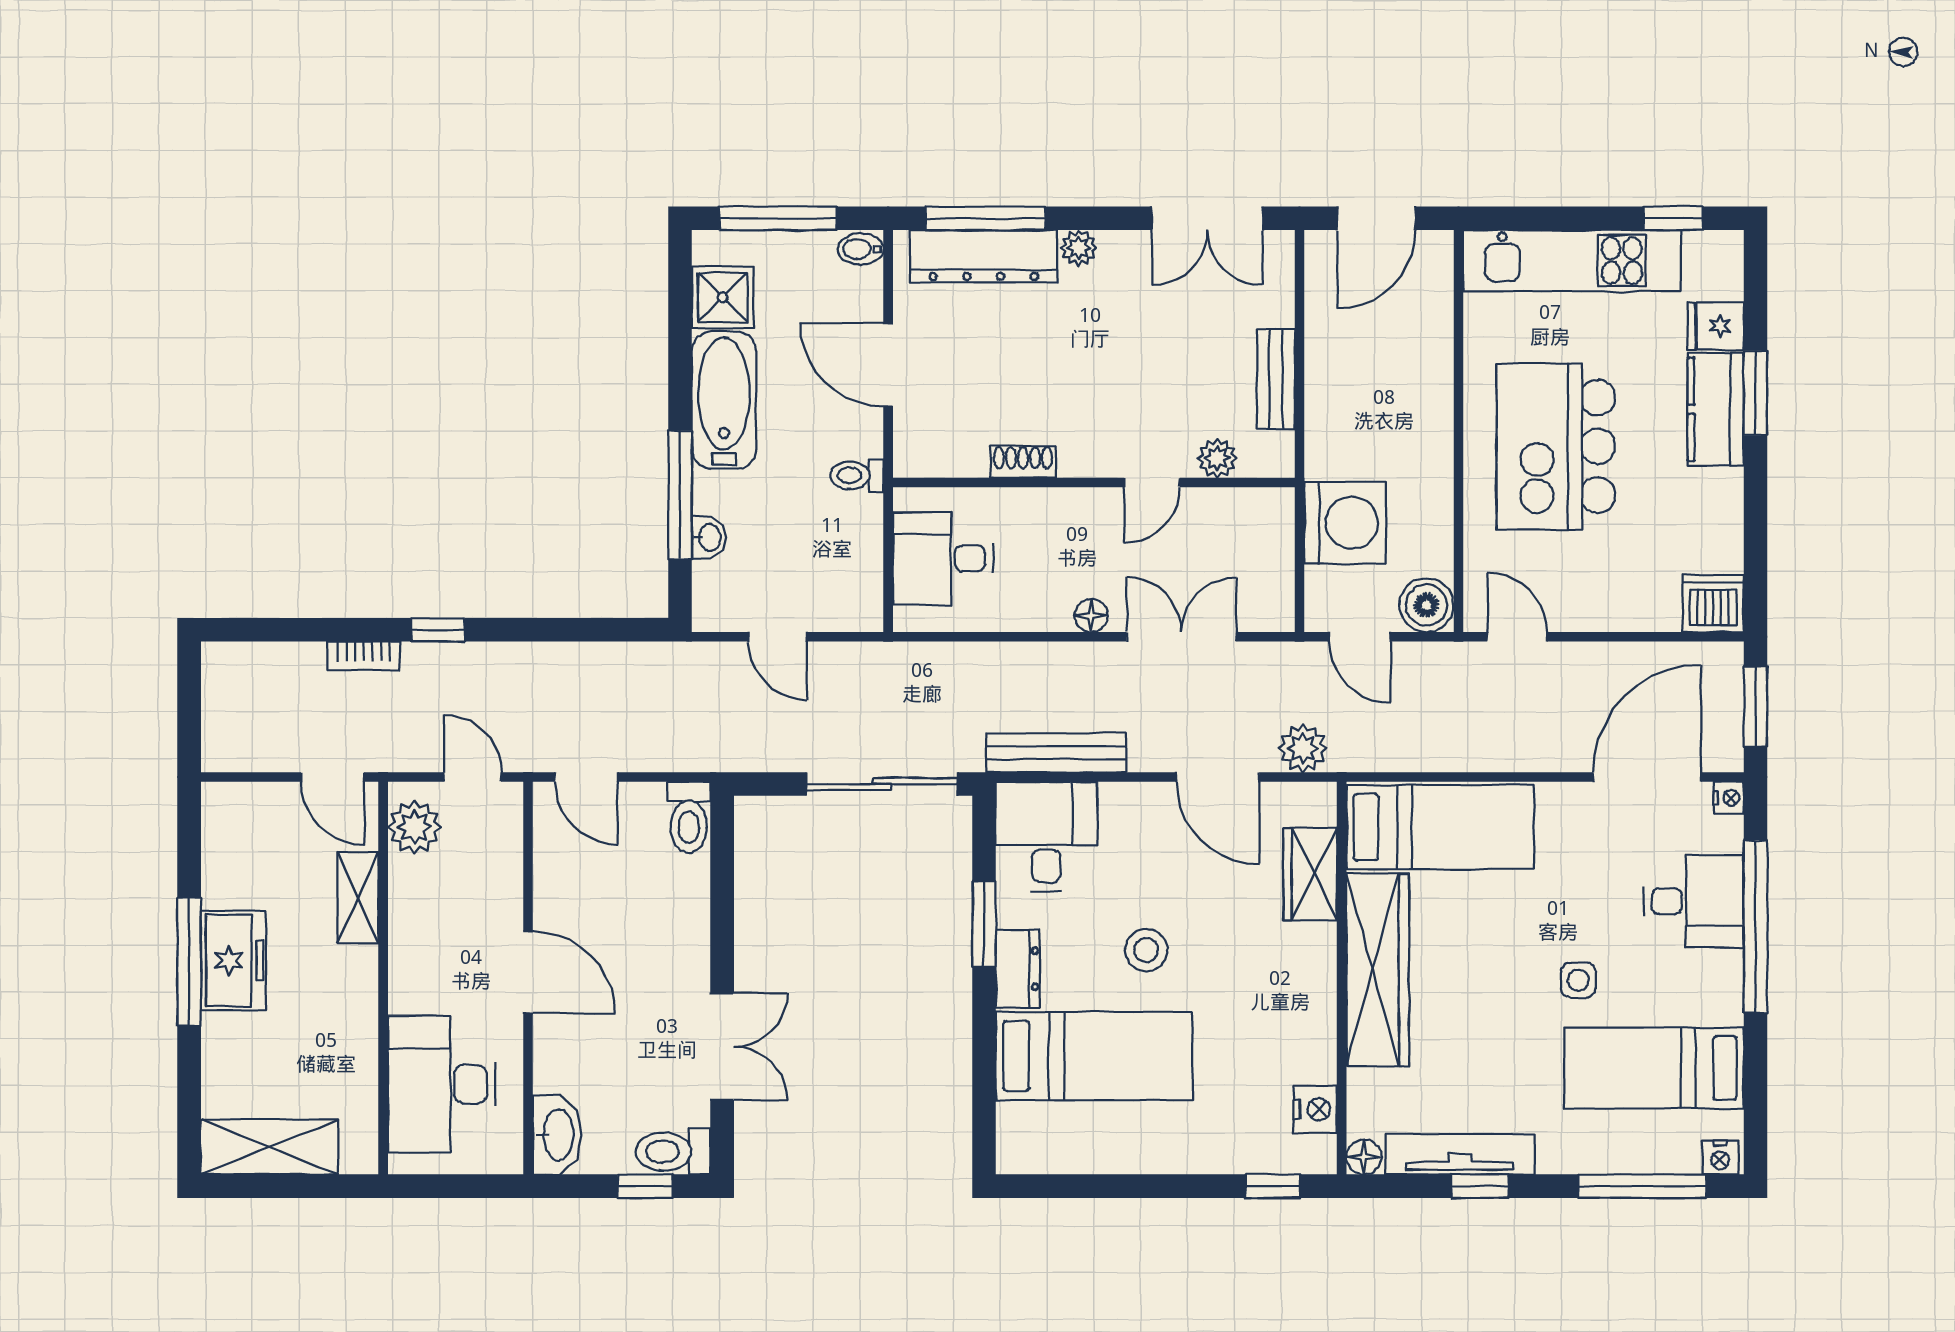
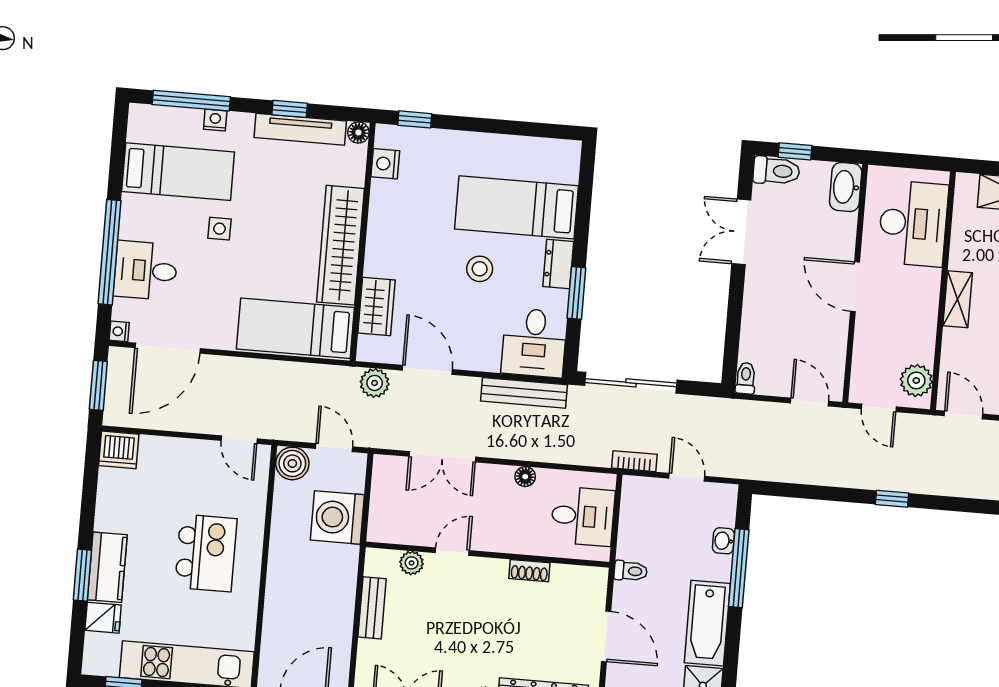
kitchen island: (1556, 446) -> (206, 553), width x0.73, depth x0.78
floor lamp: (1091, 616) -> (525, 477), moved
bookcase: (364, 656) -> (634, 461), moved
toilet: (689, 817) -> (746, 378), width x0.73, depth x0.72
shelving: (358, 898) -> (958, 299), moved
nightstand: (1720, 1158) -> (215, 120), moved

